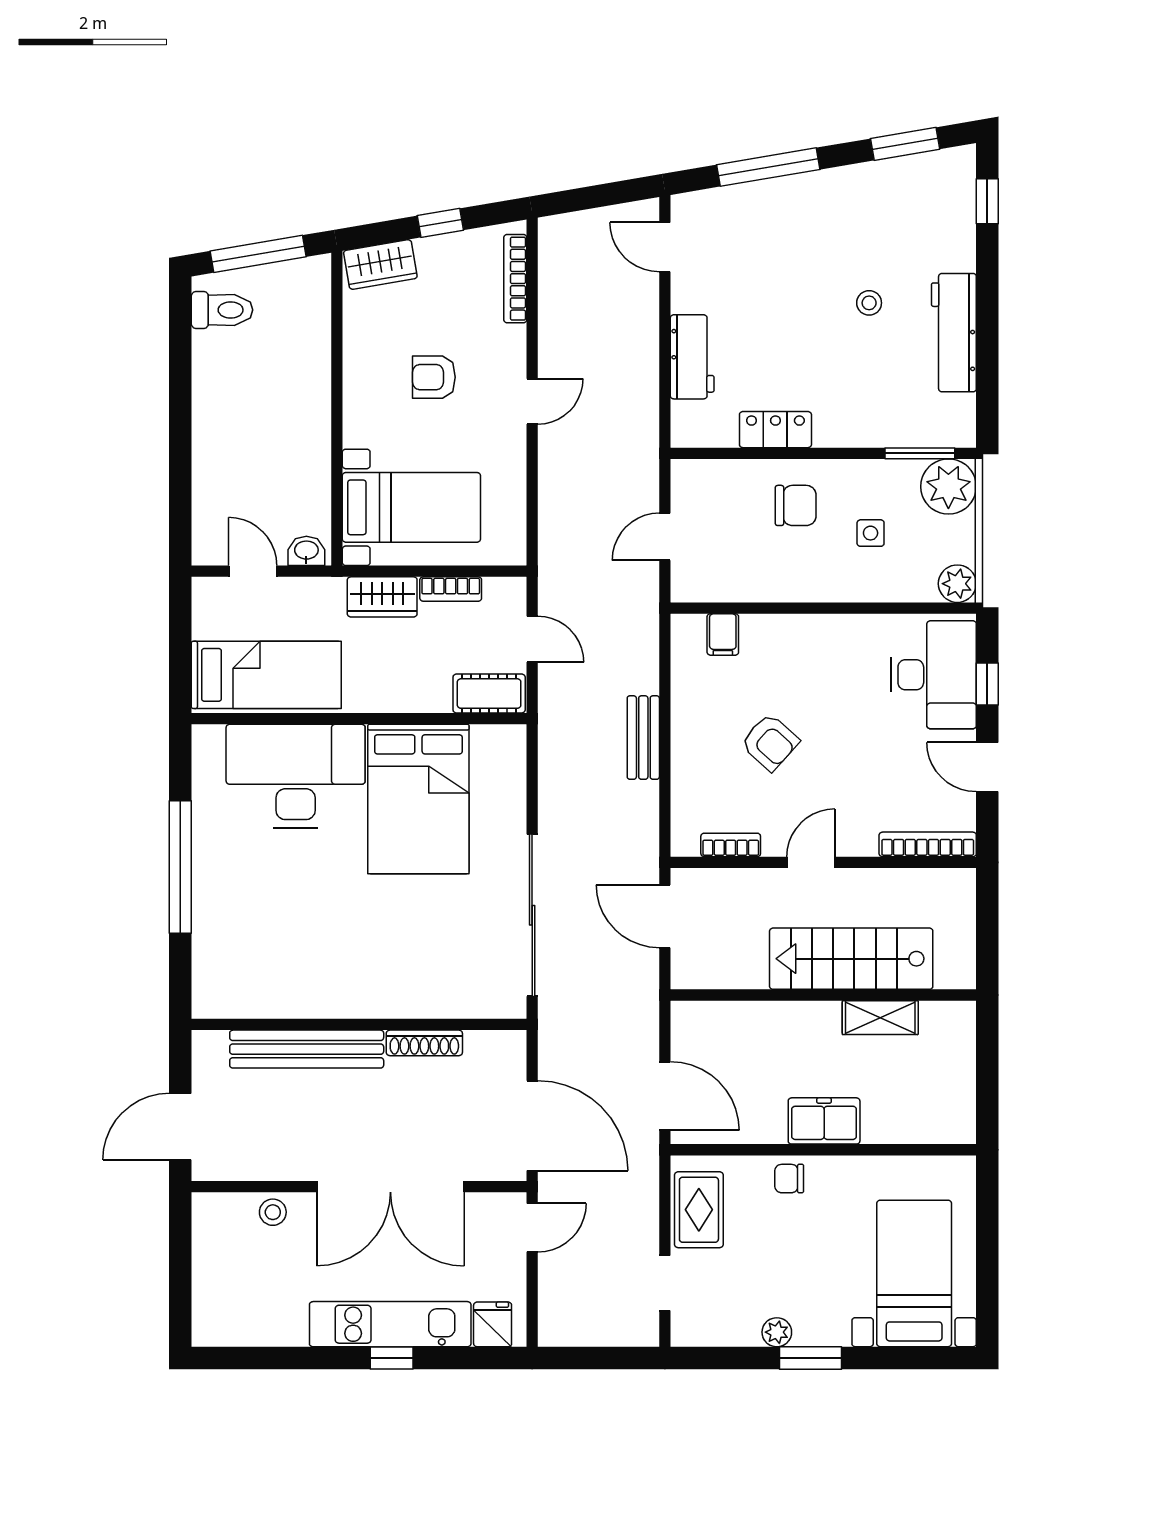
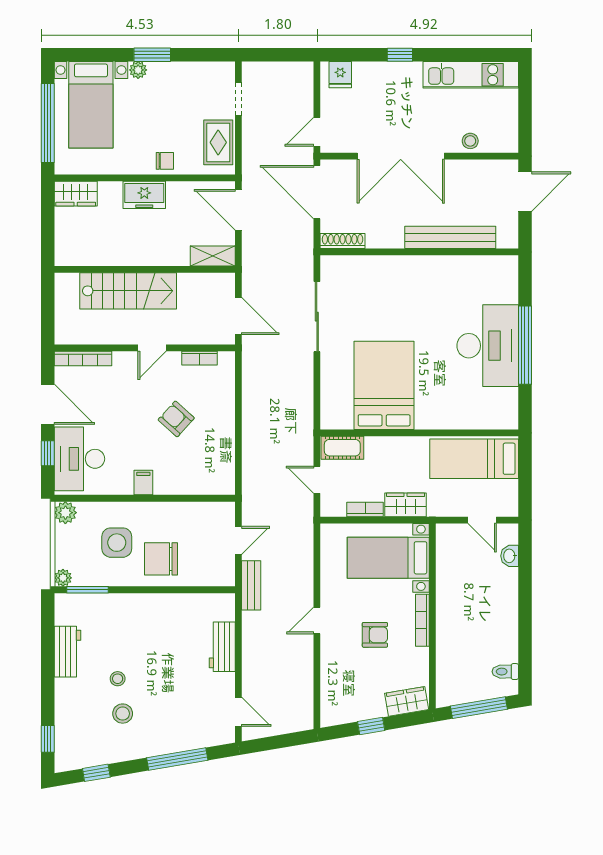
window: (905, 144) -> (96, 773), width x0.67
stool: (861, 244) -> (123, 714), added
bookcase: (515, 279) -> (422, 620), moved, turned 180
toilet: (222, 310) -> (505, 672), width x0.73, depth x0.72
workbench: (954, 333) -> (67, 652), width x0.73
locker: (775, 430) -> (173, 604), removed
plant: (948, 487) -> (63, 578), width x0.53, depth x0.53
chair: (796, 505) -> (161, 559), width x1.37, depth x1.37
side table: (871, 533) -> (117, 543), width x1.87, depth x1.87
washbasin: (306, 551) -> (510, 556), moved, turned 90
filing cabinet: (723, 634) -> (143, 483), moved
bench: (643, 738) -> (251, 585), moved
door: (987, 767) -> (48, 404), width x1.38
desk: (296, 776) -> (488, 346), moved, turned -90
sliding door: (532, 915) -> (317, 317), width x0.73
shelving: (880, 1018) -> (213, 256), moved
shoe rack: (424, 1043) -> (343, 241), moved
wardrobe: (940, 1123) -> (76, 194), added
double door: (390, 1187) -> (401, 156), swing flipped
window: (987, 1243) -> (48, 123), added
kitchen unit: (390, 1324) -> (471, 75), moved
plant: (777, 1332) -> (138, 70), moved

